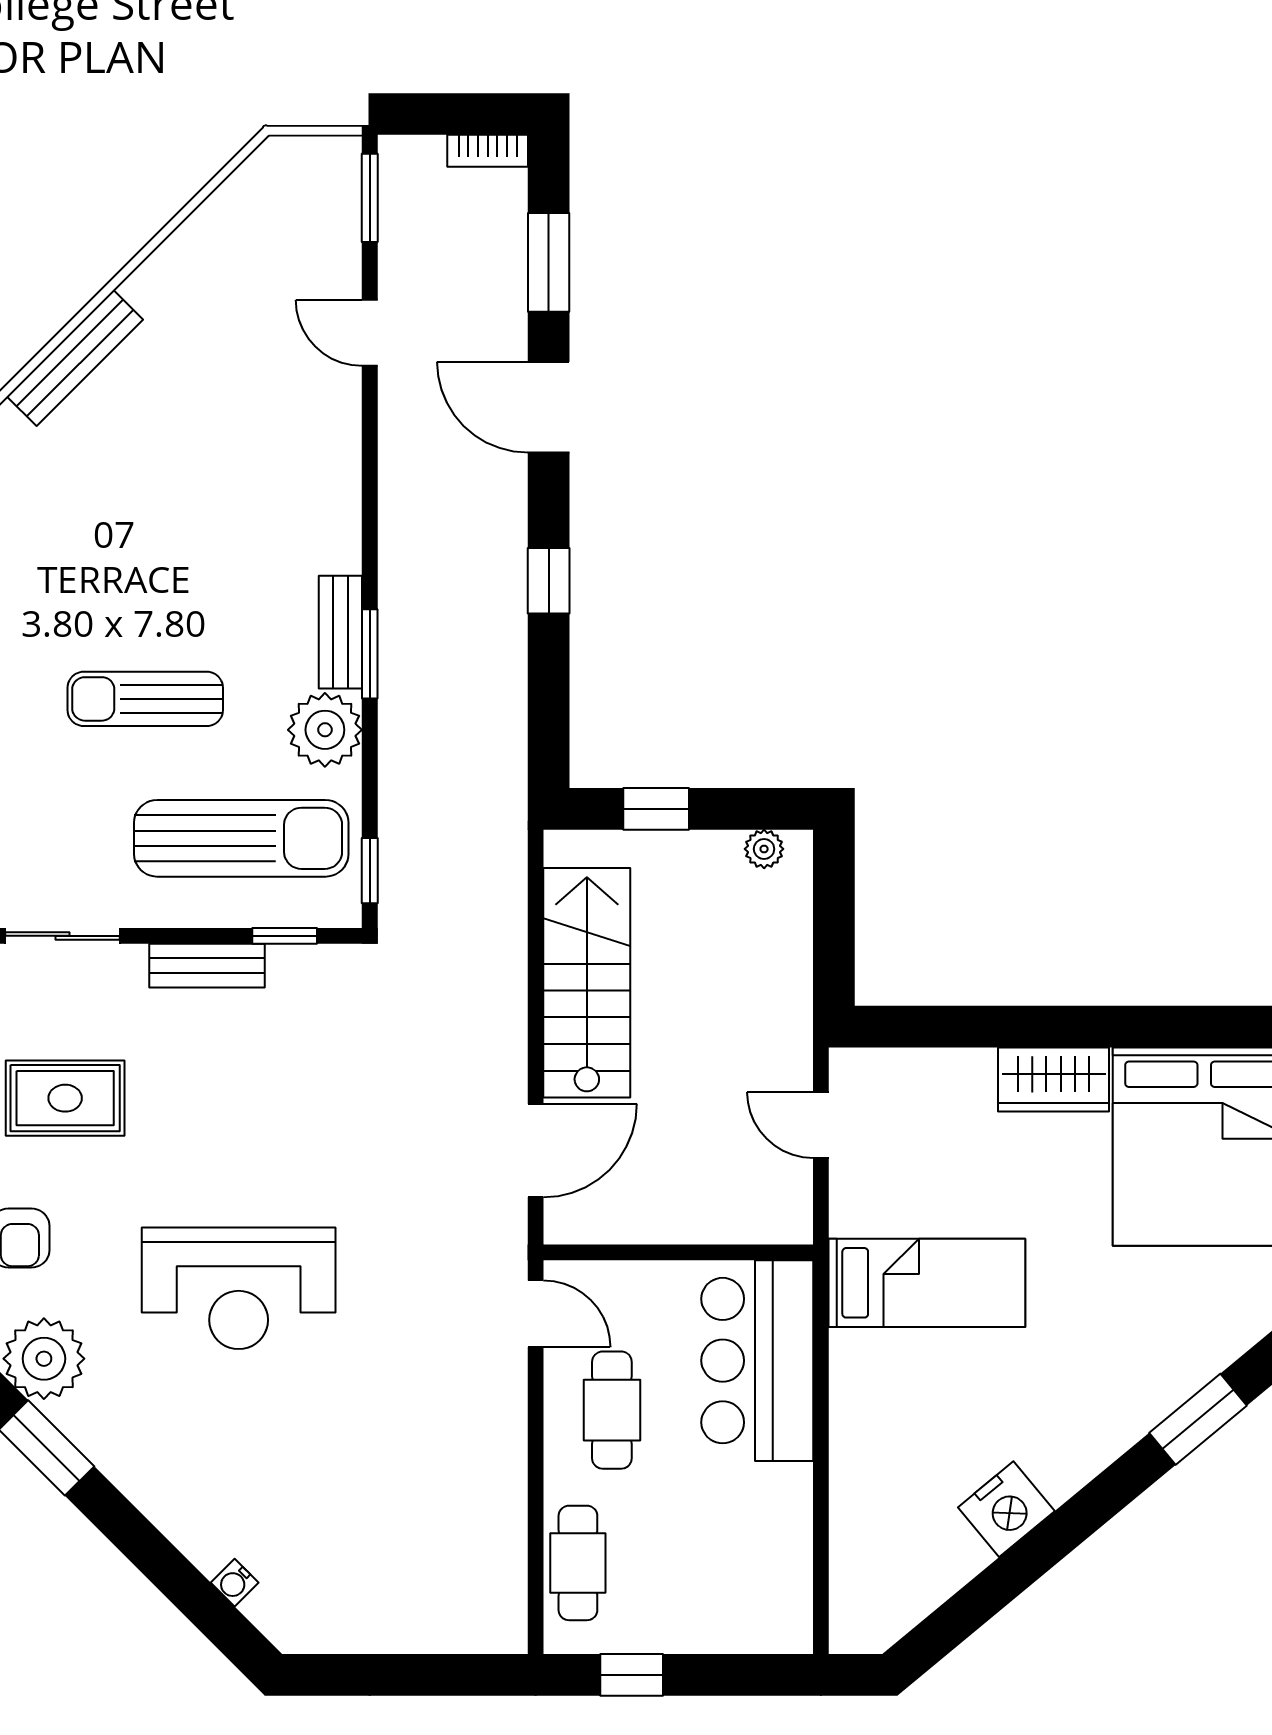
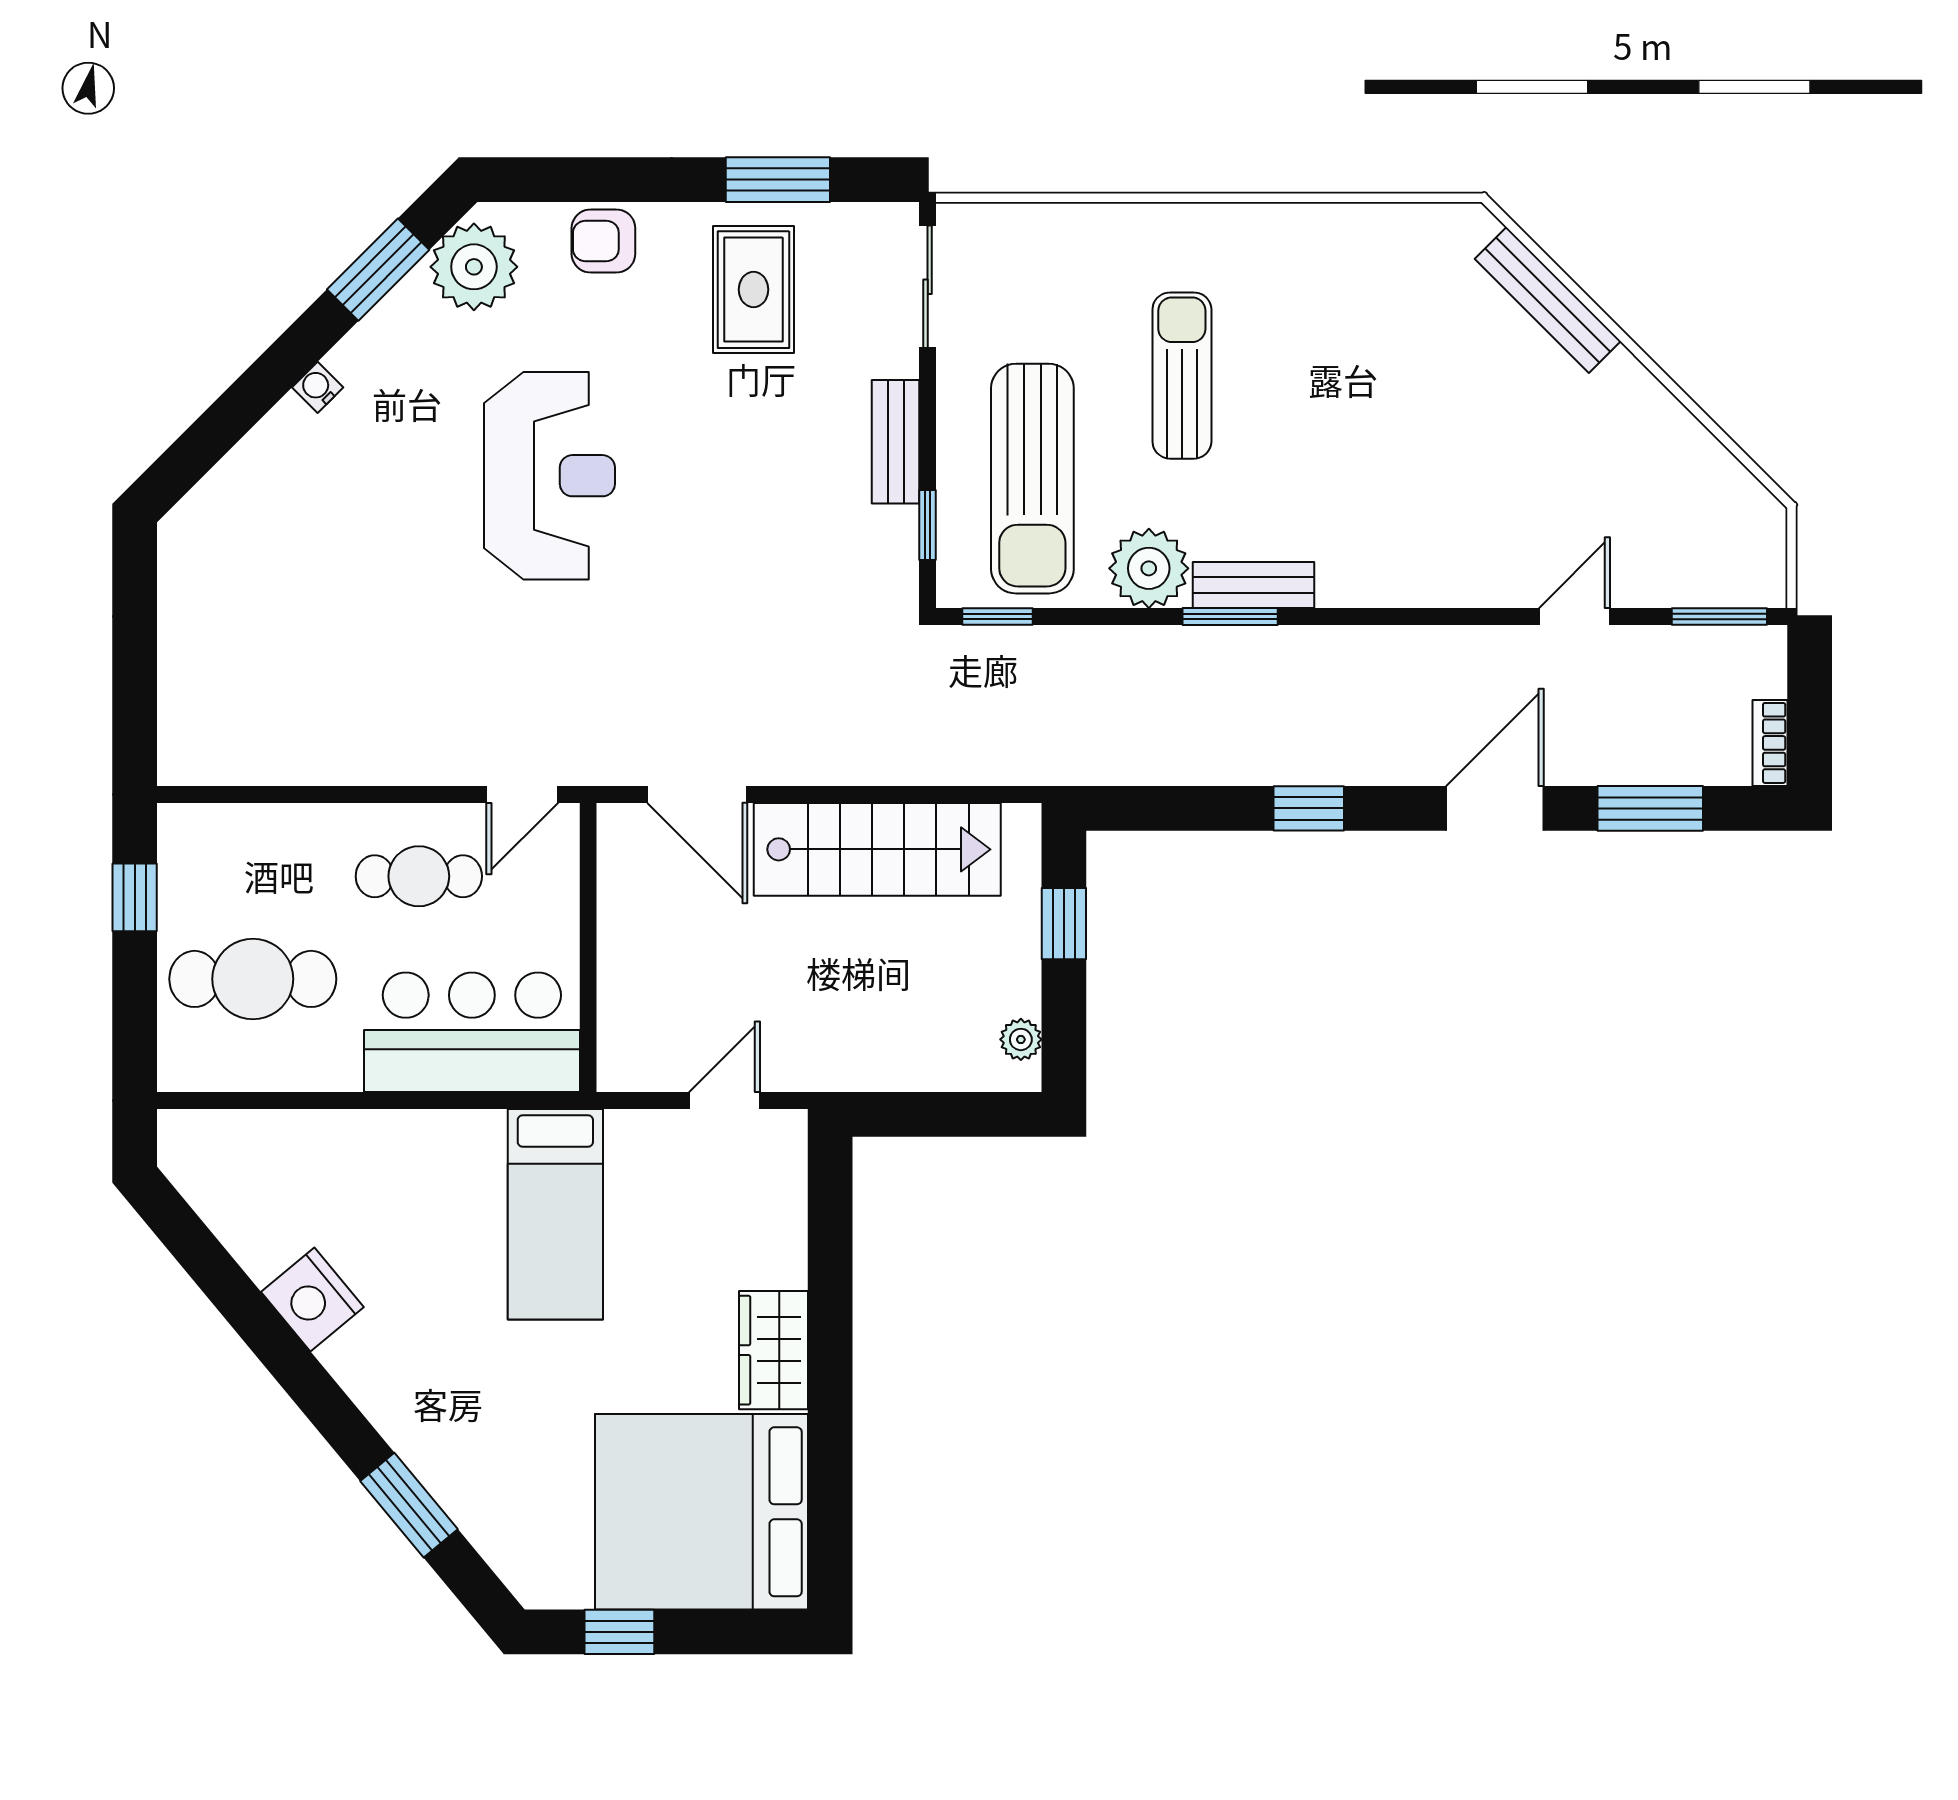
reception desk: (239, 1288) -> (549, 476), turned 180
cafe table: (578, 1563) -> (253, 979), moved, width x1.37, depth x1.35
water cooler: (235, 1583) -> (318, 387), moved

